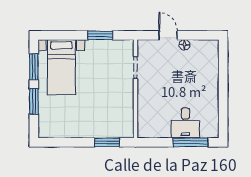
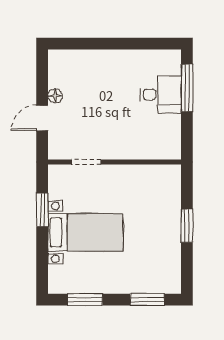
bed with nightstands: (61, 67) -> (85, 232), moved
window: (34, 101) -> (147, 300), moved
window: (107, 142) -> (187, 226), moved

